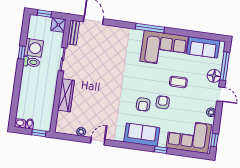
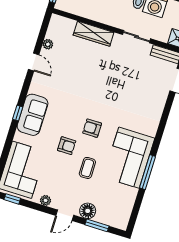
window: (150, 28) -> (148, 172), moved
sofa: (203, 47) -> (123, 204), removed
window: (225, 66) -> (97, 225), width x0.69
armchair: (143, 104) -> (92, 128), moved
window: (161, 150) -> (18, 113), moved

